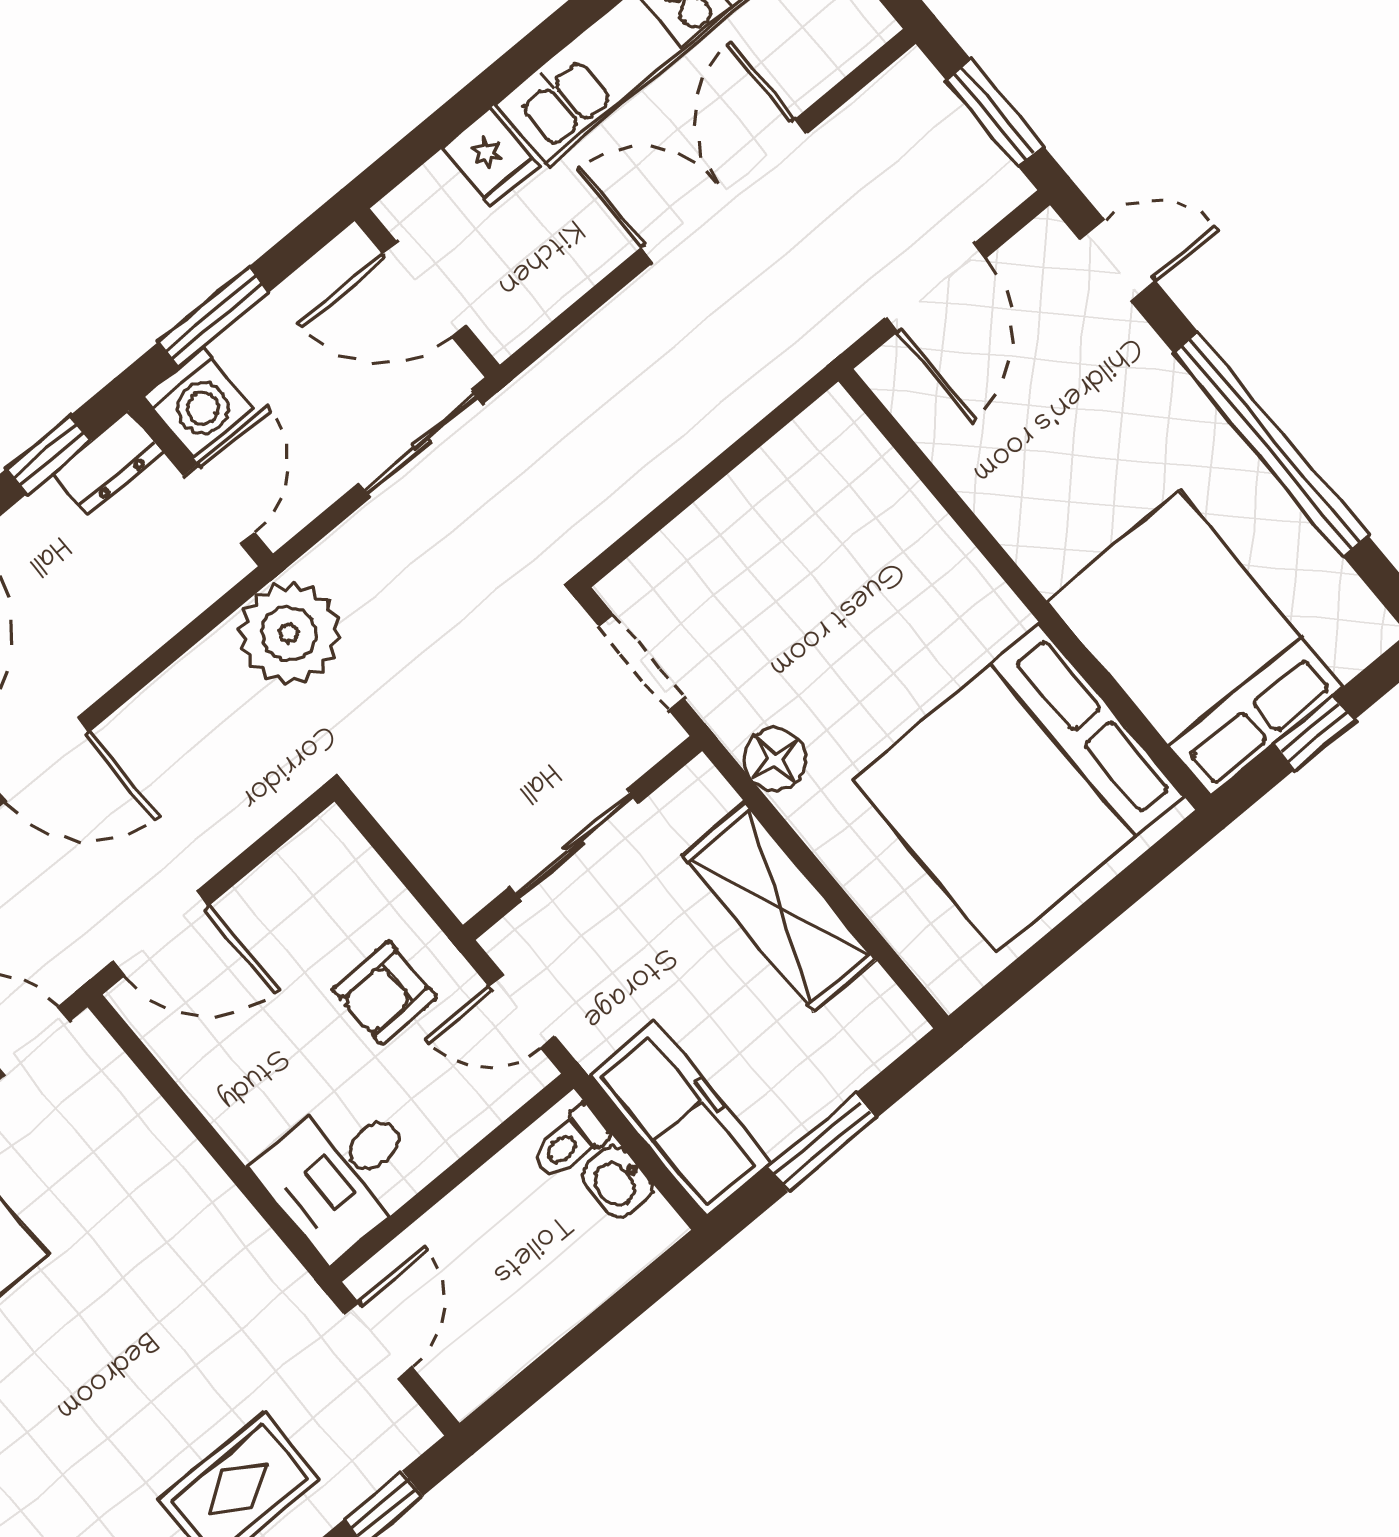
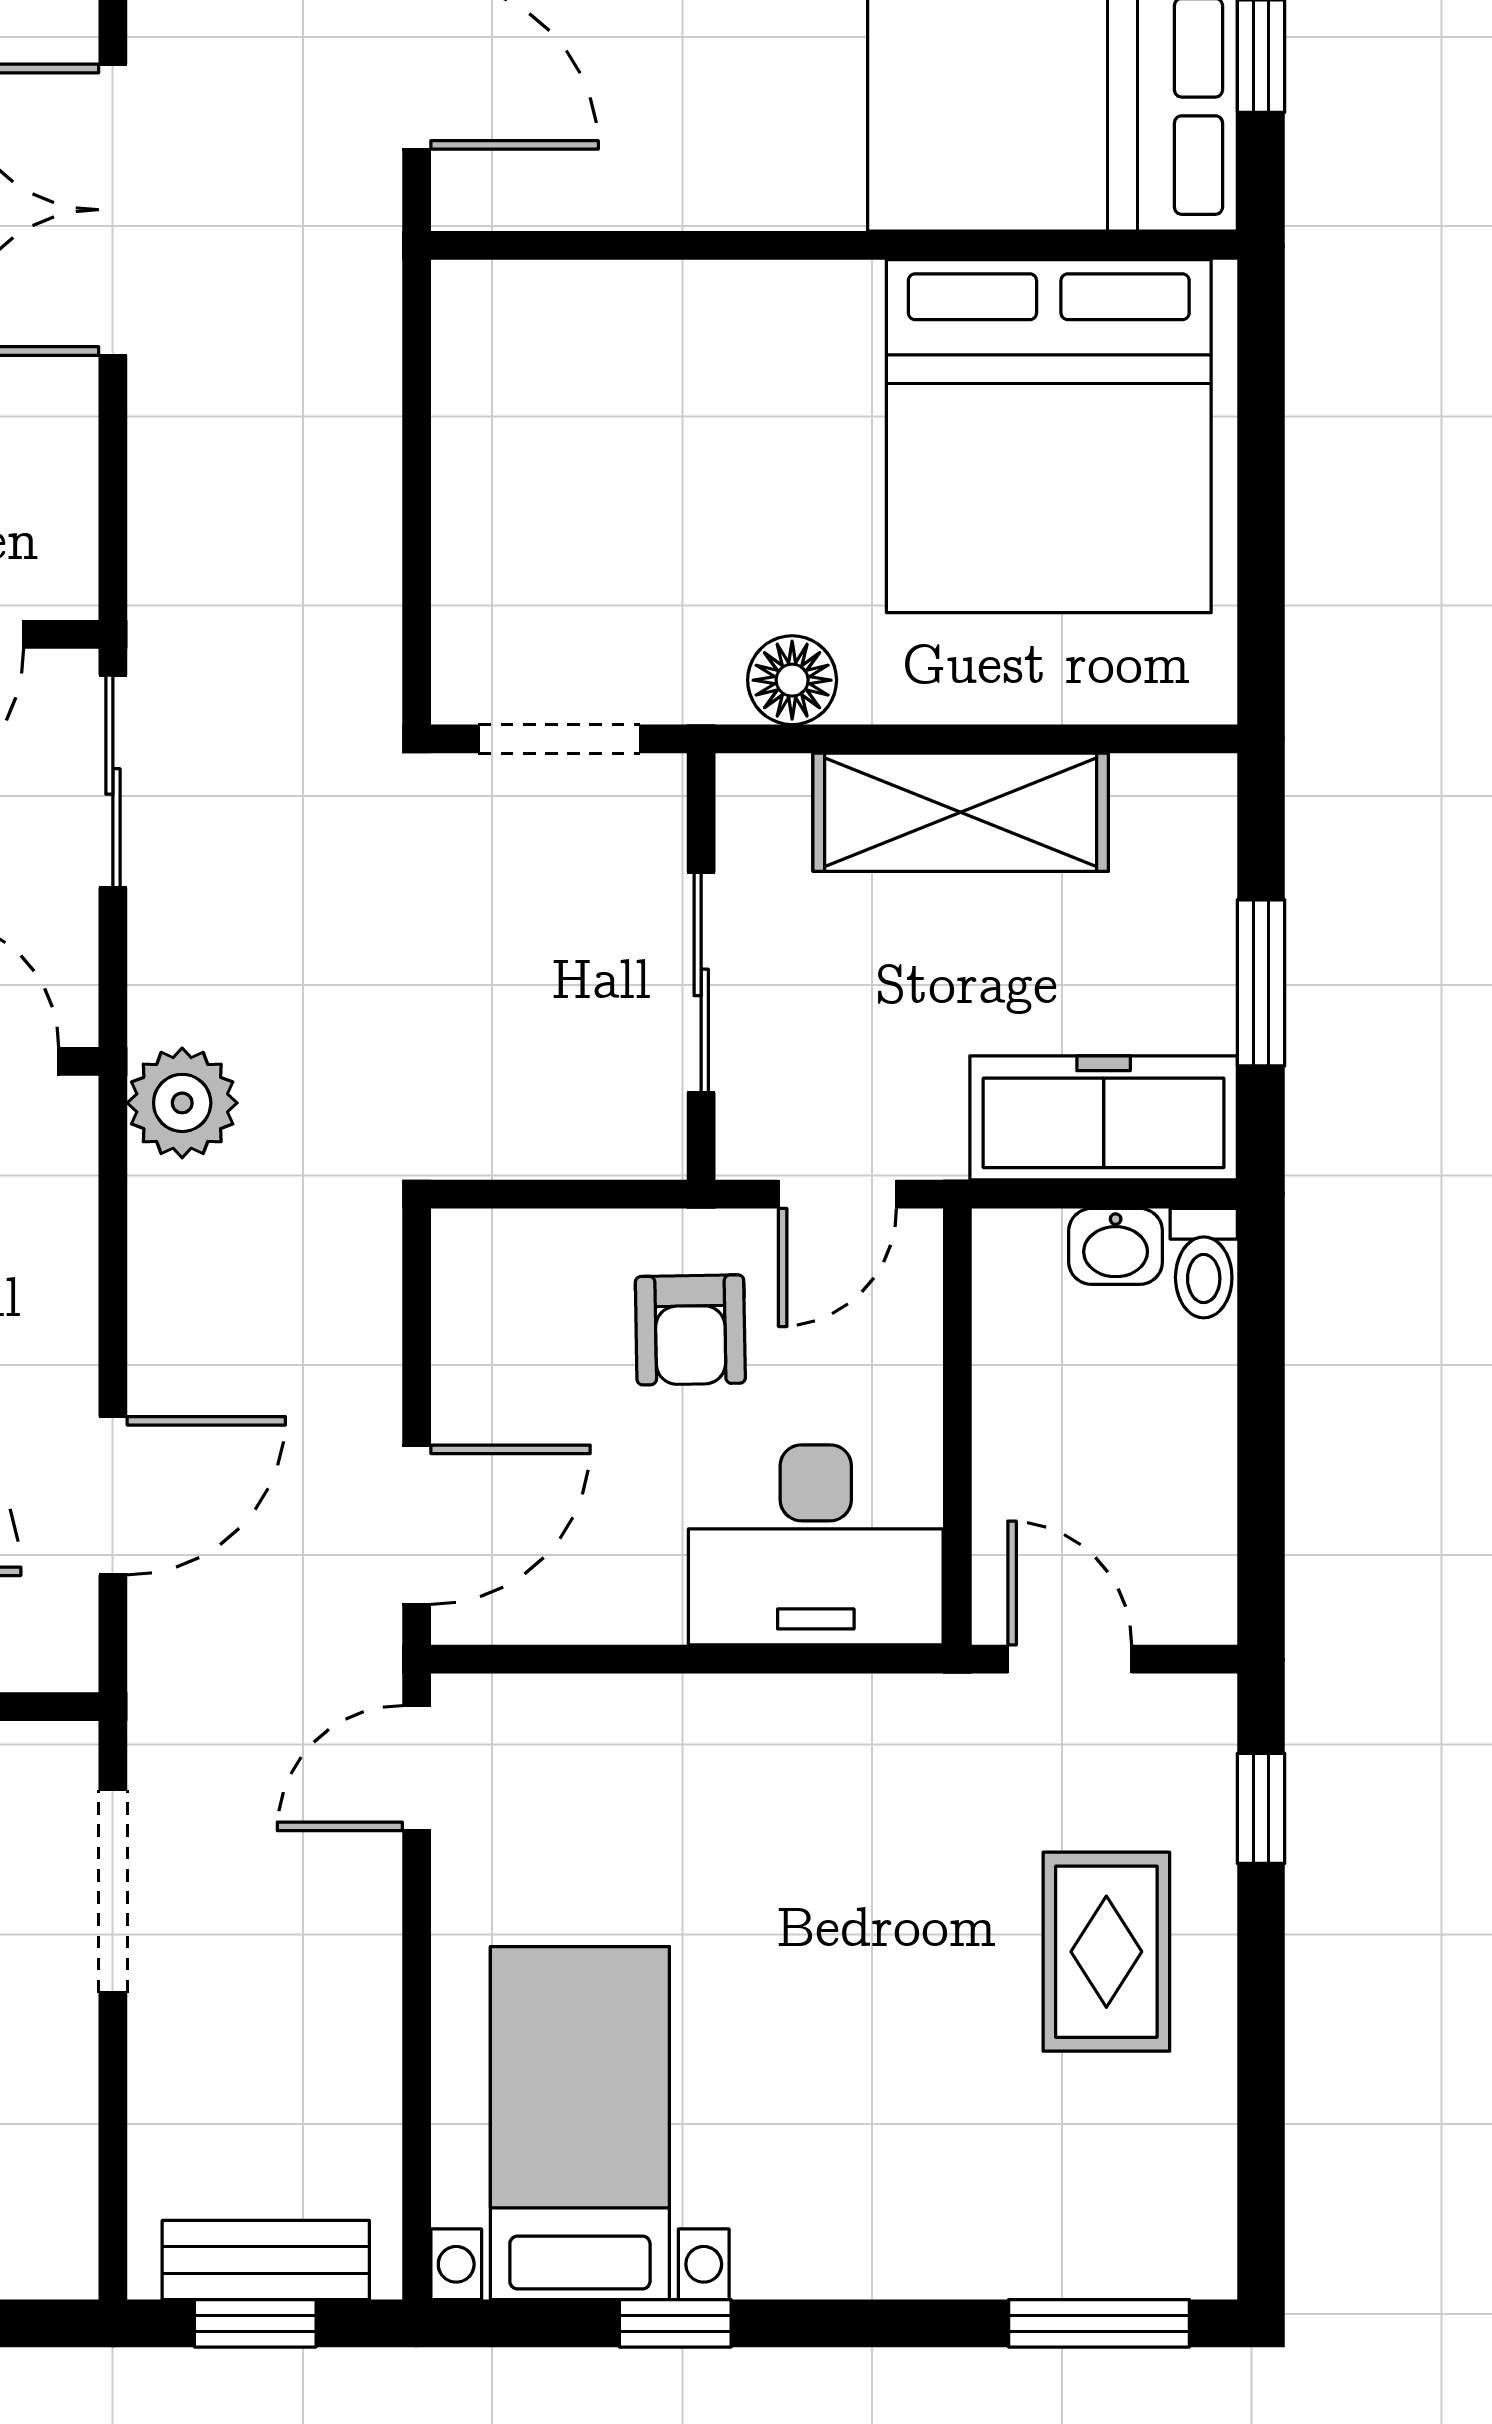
plant: (289, 633) -> (182, 1103), width x0.73, depth x0.73
toilet: (569, 1143) -> (1204, 1263), moved
desk: (341, 1173) -> (816, 1545), width x1.37

